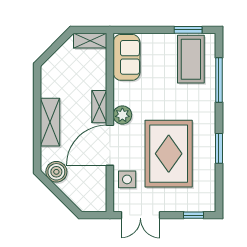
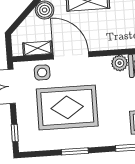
shelving: (99, 107) -> (37, 48), moved
plant: (122, 115) -> (120, 63), moved

